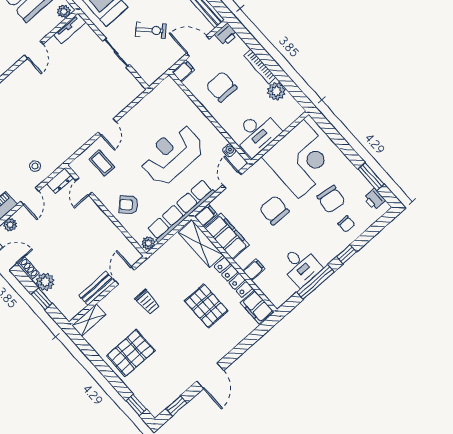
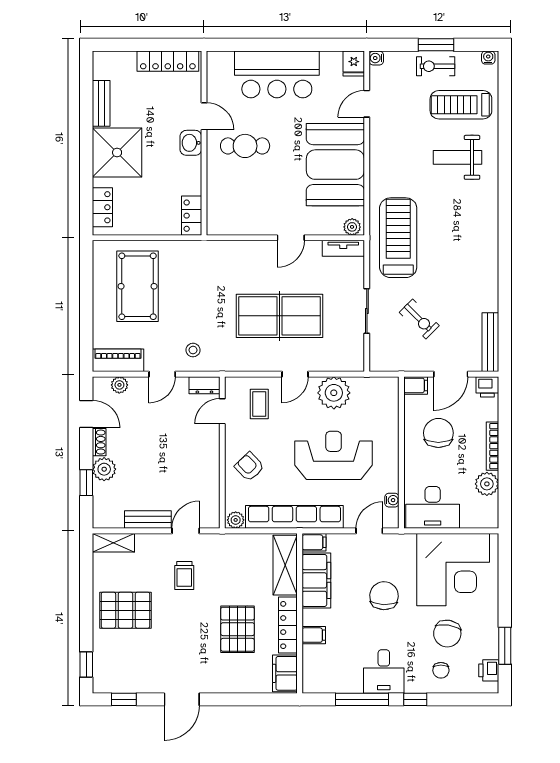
door: (198, 46) -> (451, 374), swing flipped
table tennis table: (68, 101) -> (279, 316), added
plant: (139, 118) -> (334, 393), added
desk: (301, 266) -> (384, 671), moved

